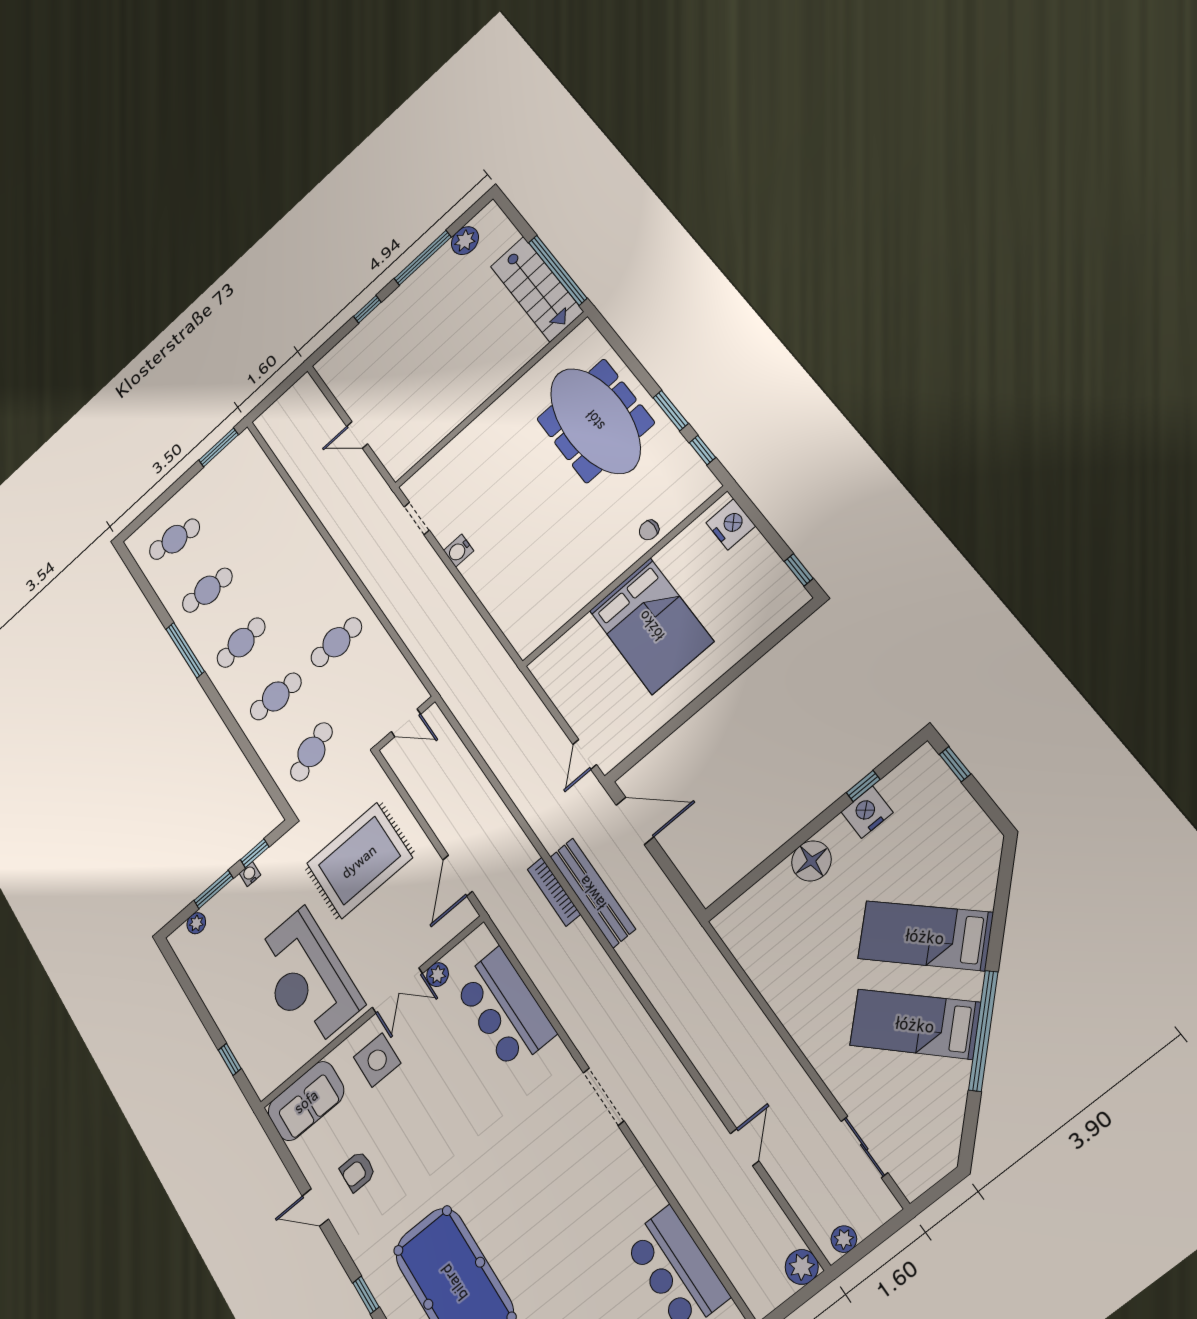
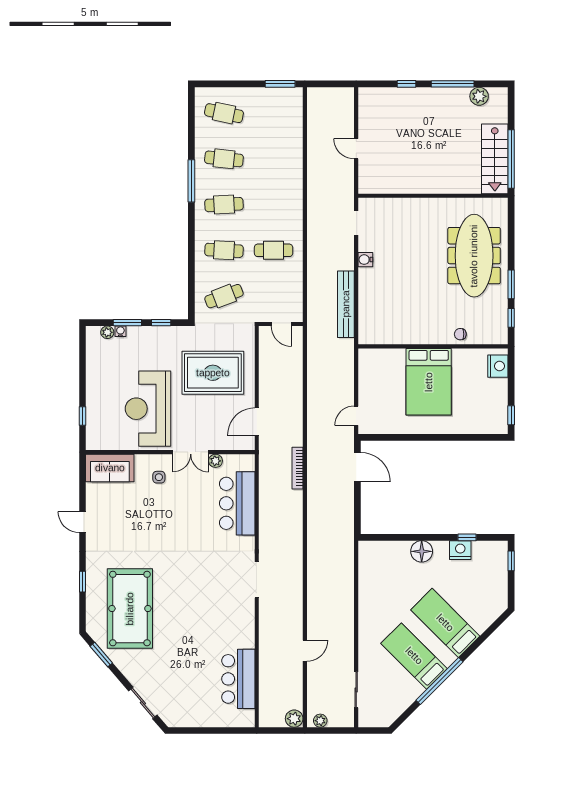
water cooler: (250, 874) -> (120, 331), moved
bench: (592, 893) -> (346, 304), moved
side table: (377, 1060) -> (159, 477), width x0.54, depth x0.54
armchair: (358, 1171) -> (115, 522), removed

